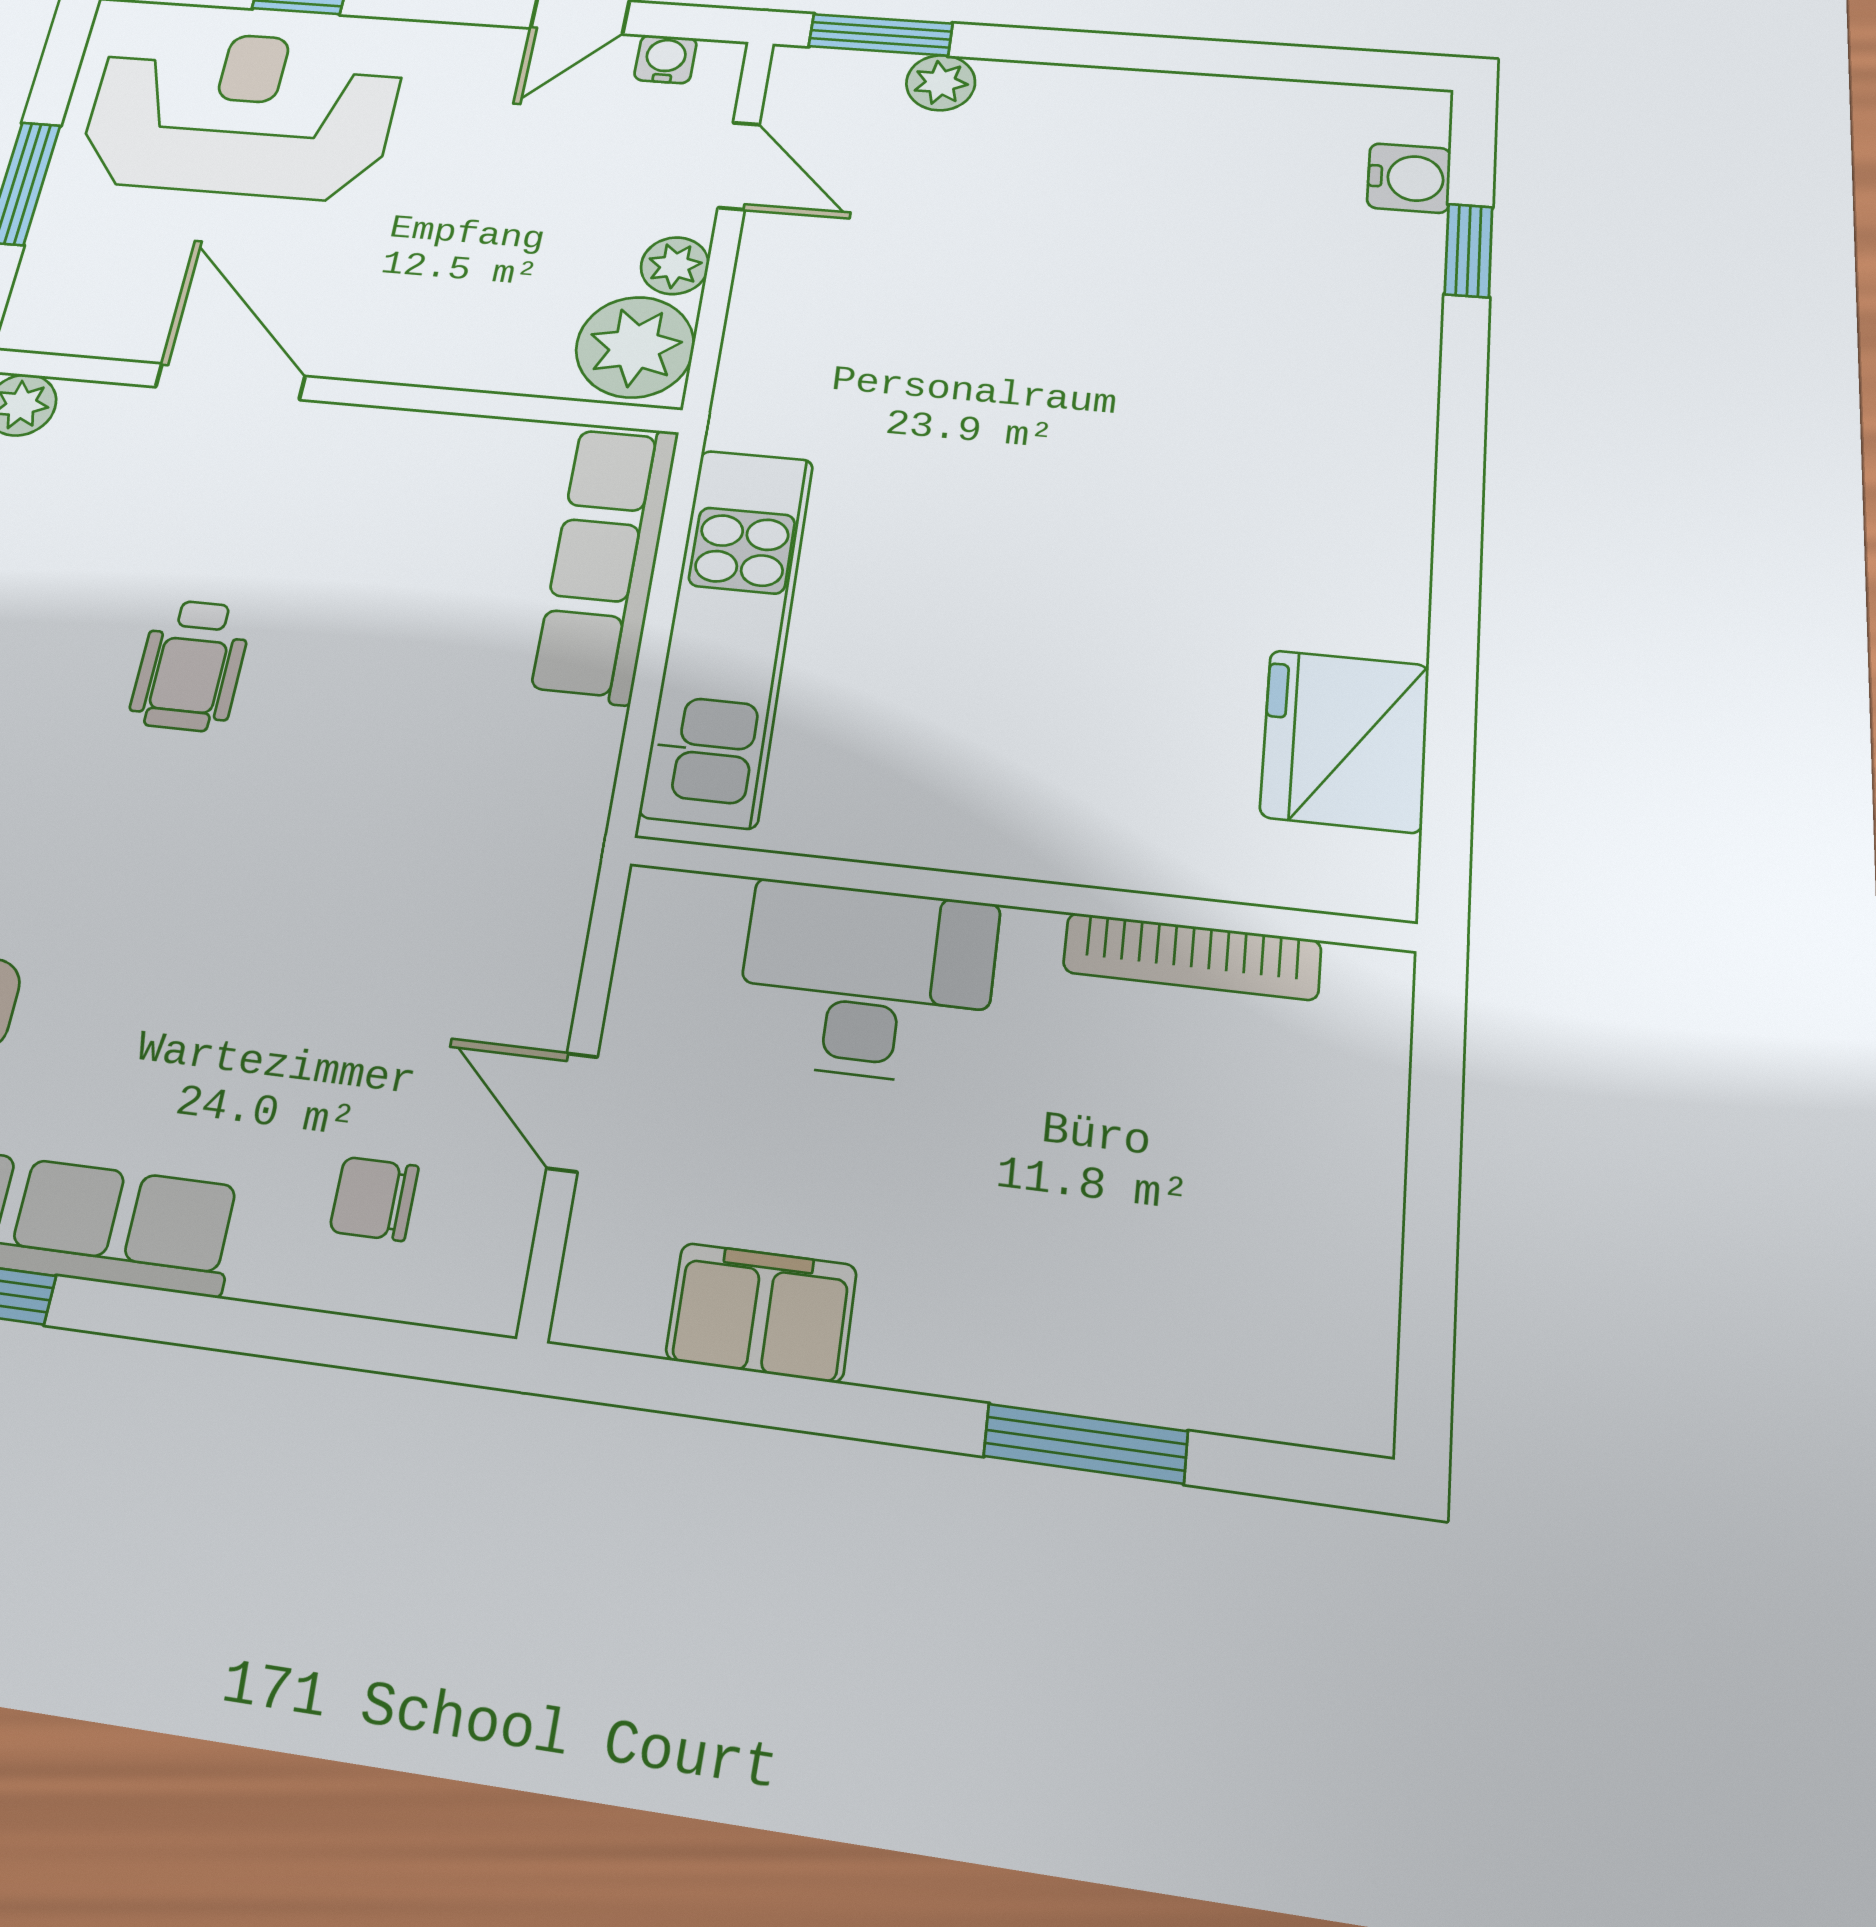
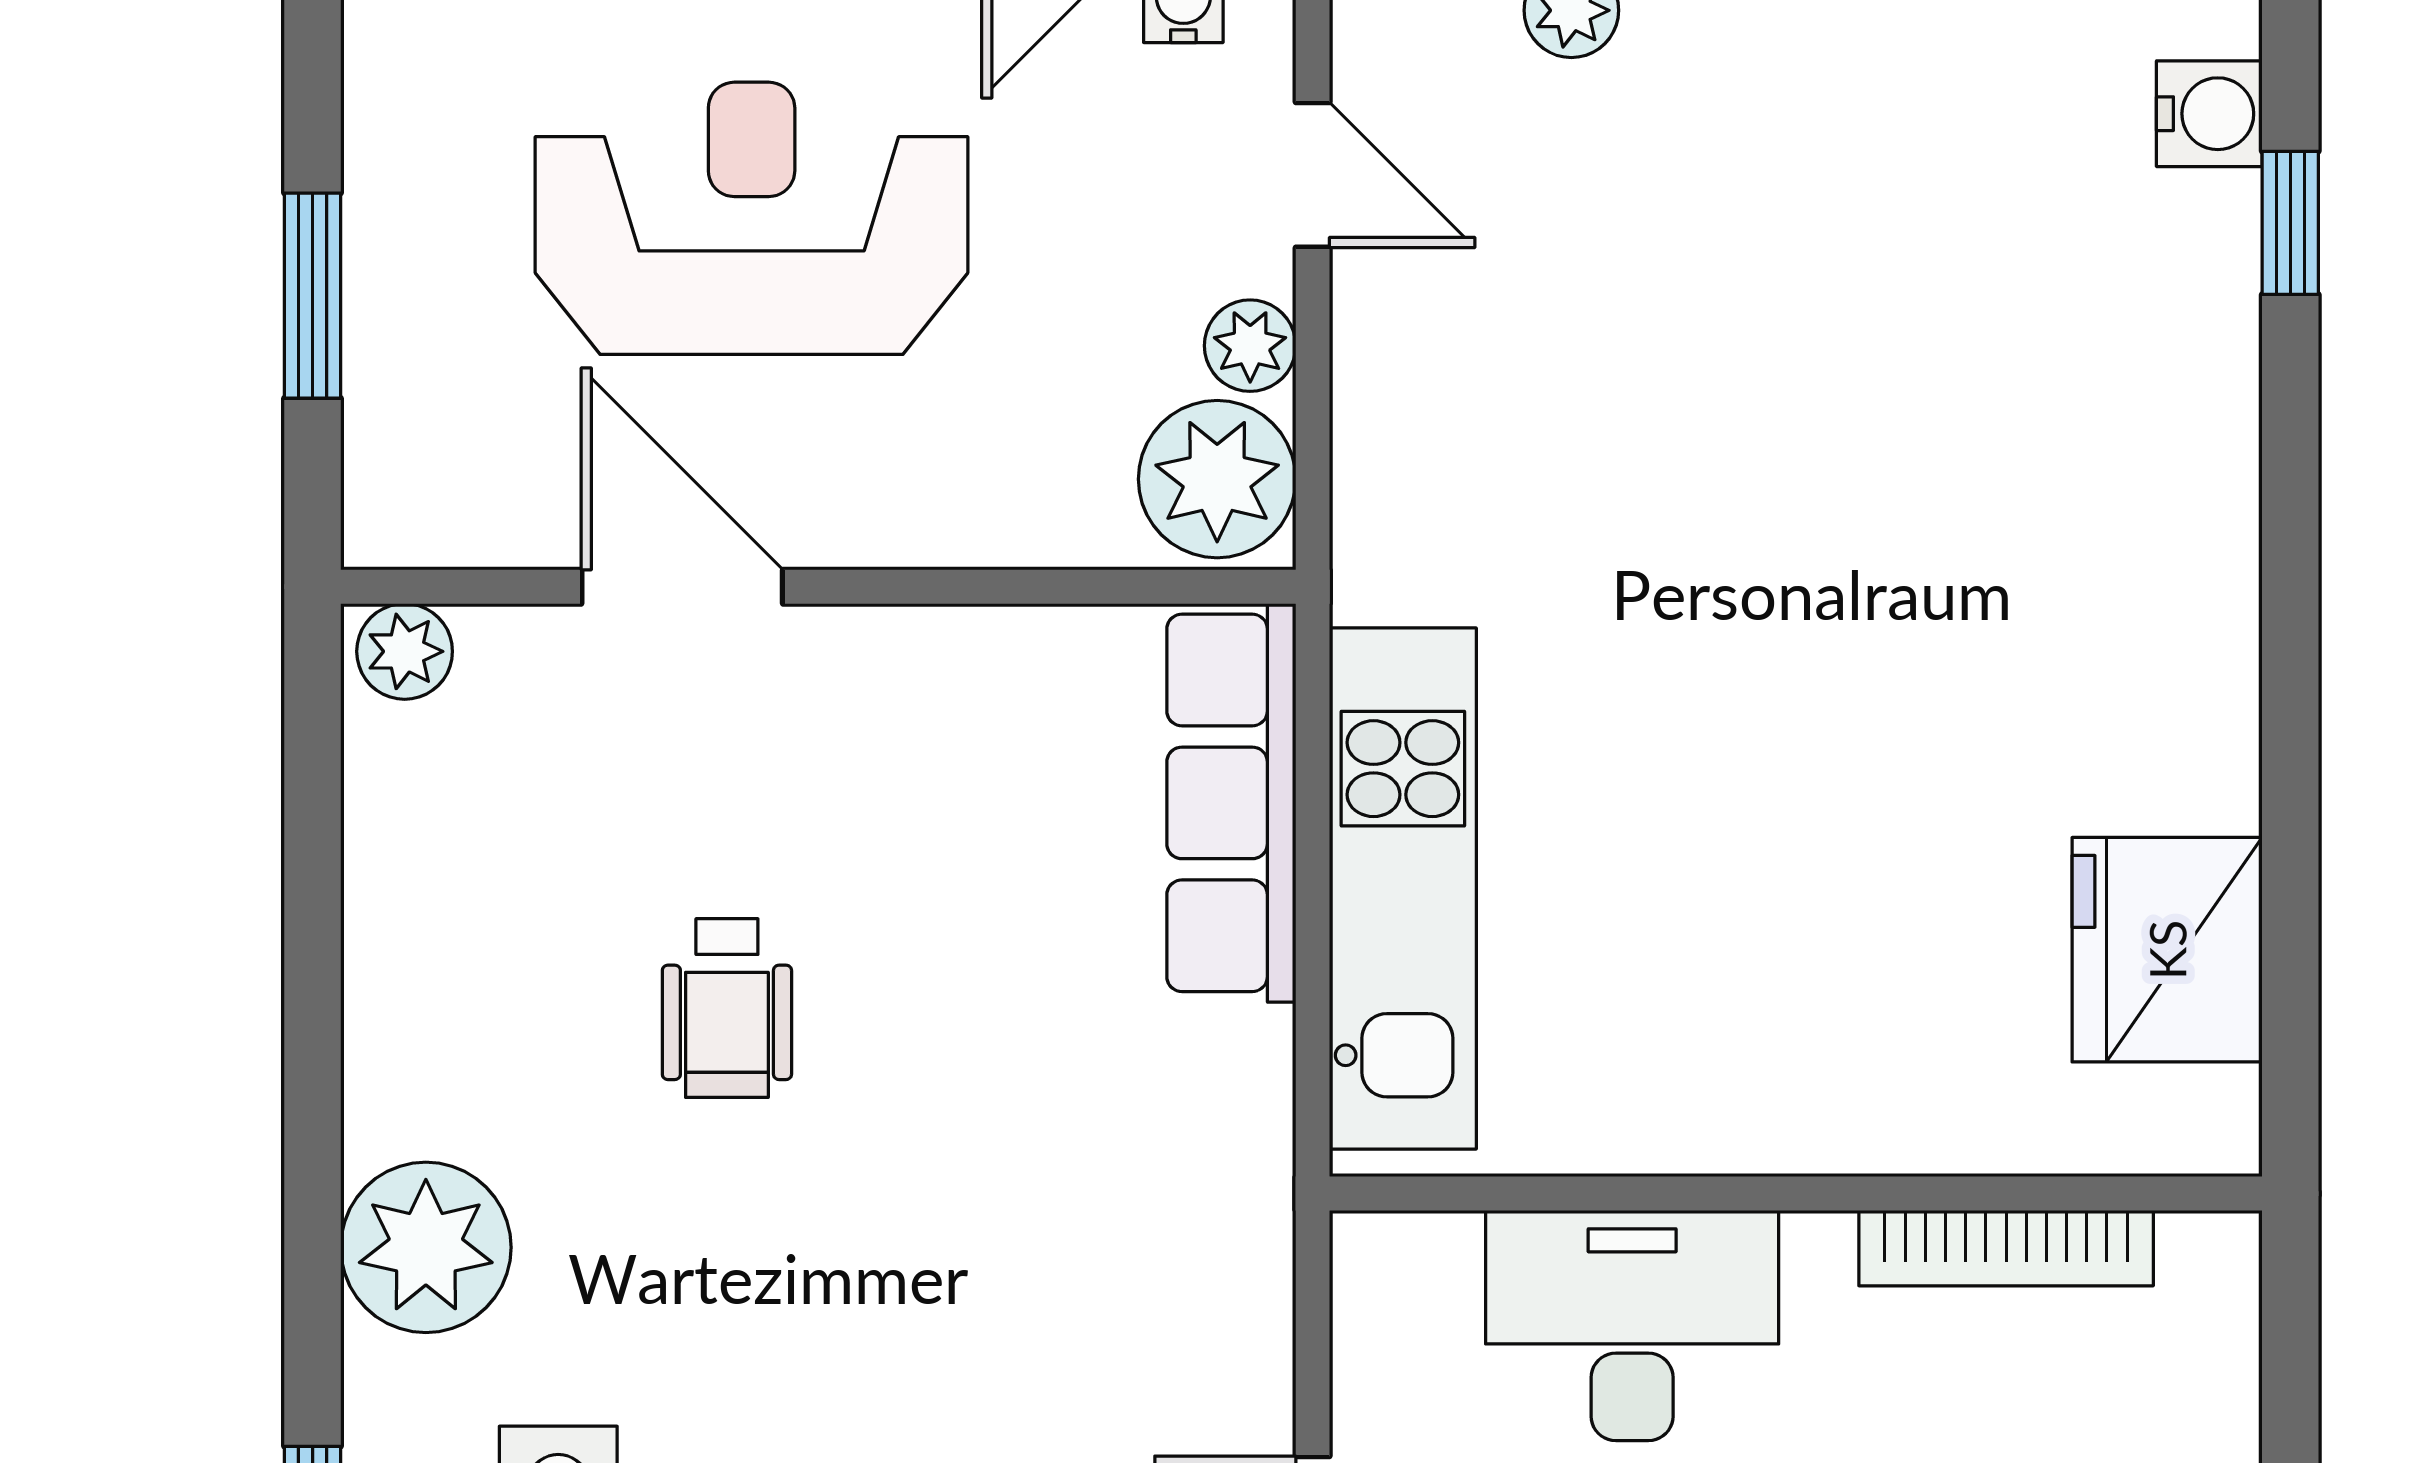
reception desk: (241, 114) -> (752, 218), moved

